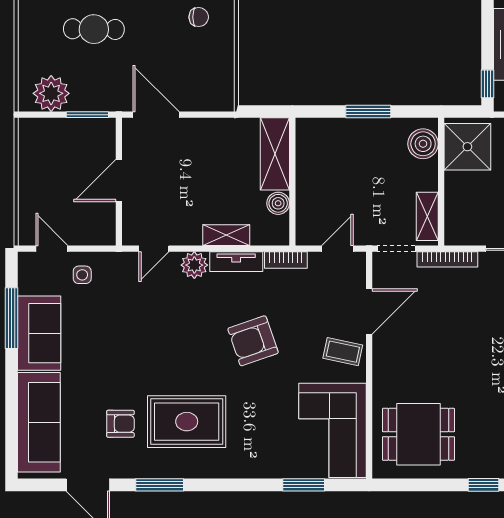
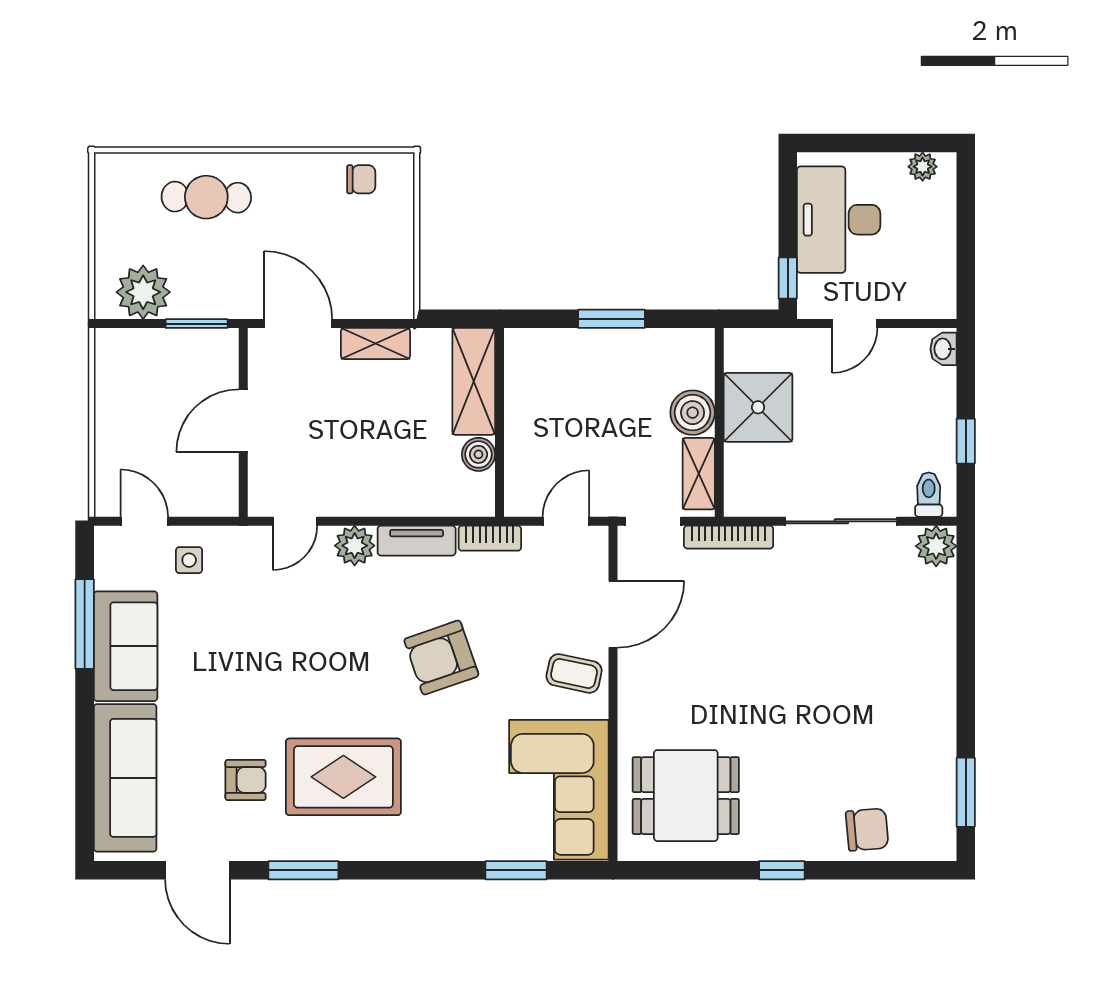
boiler: (423, 144) -> (693, 413), moved
shower: (467, 147) -> (758, 407), moved
shelving: (226, 235) -> (375, 343), moved

